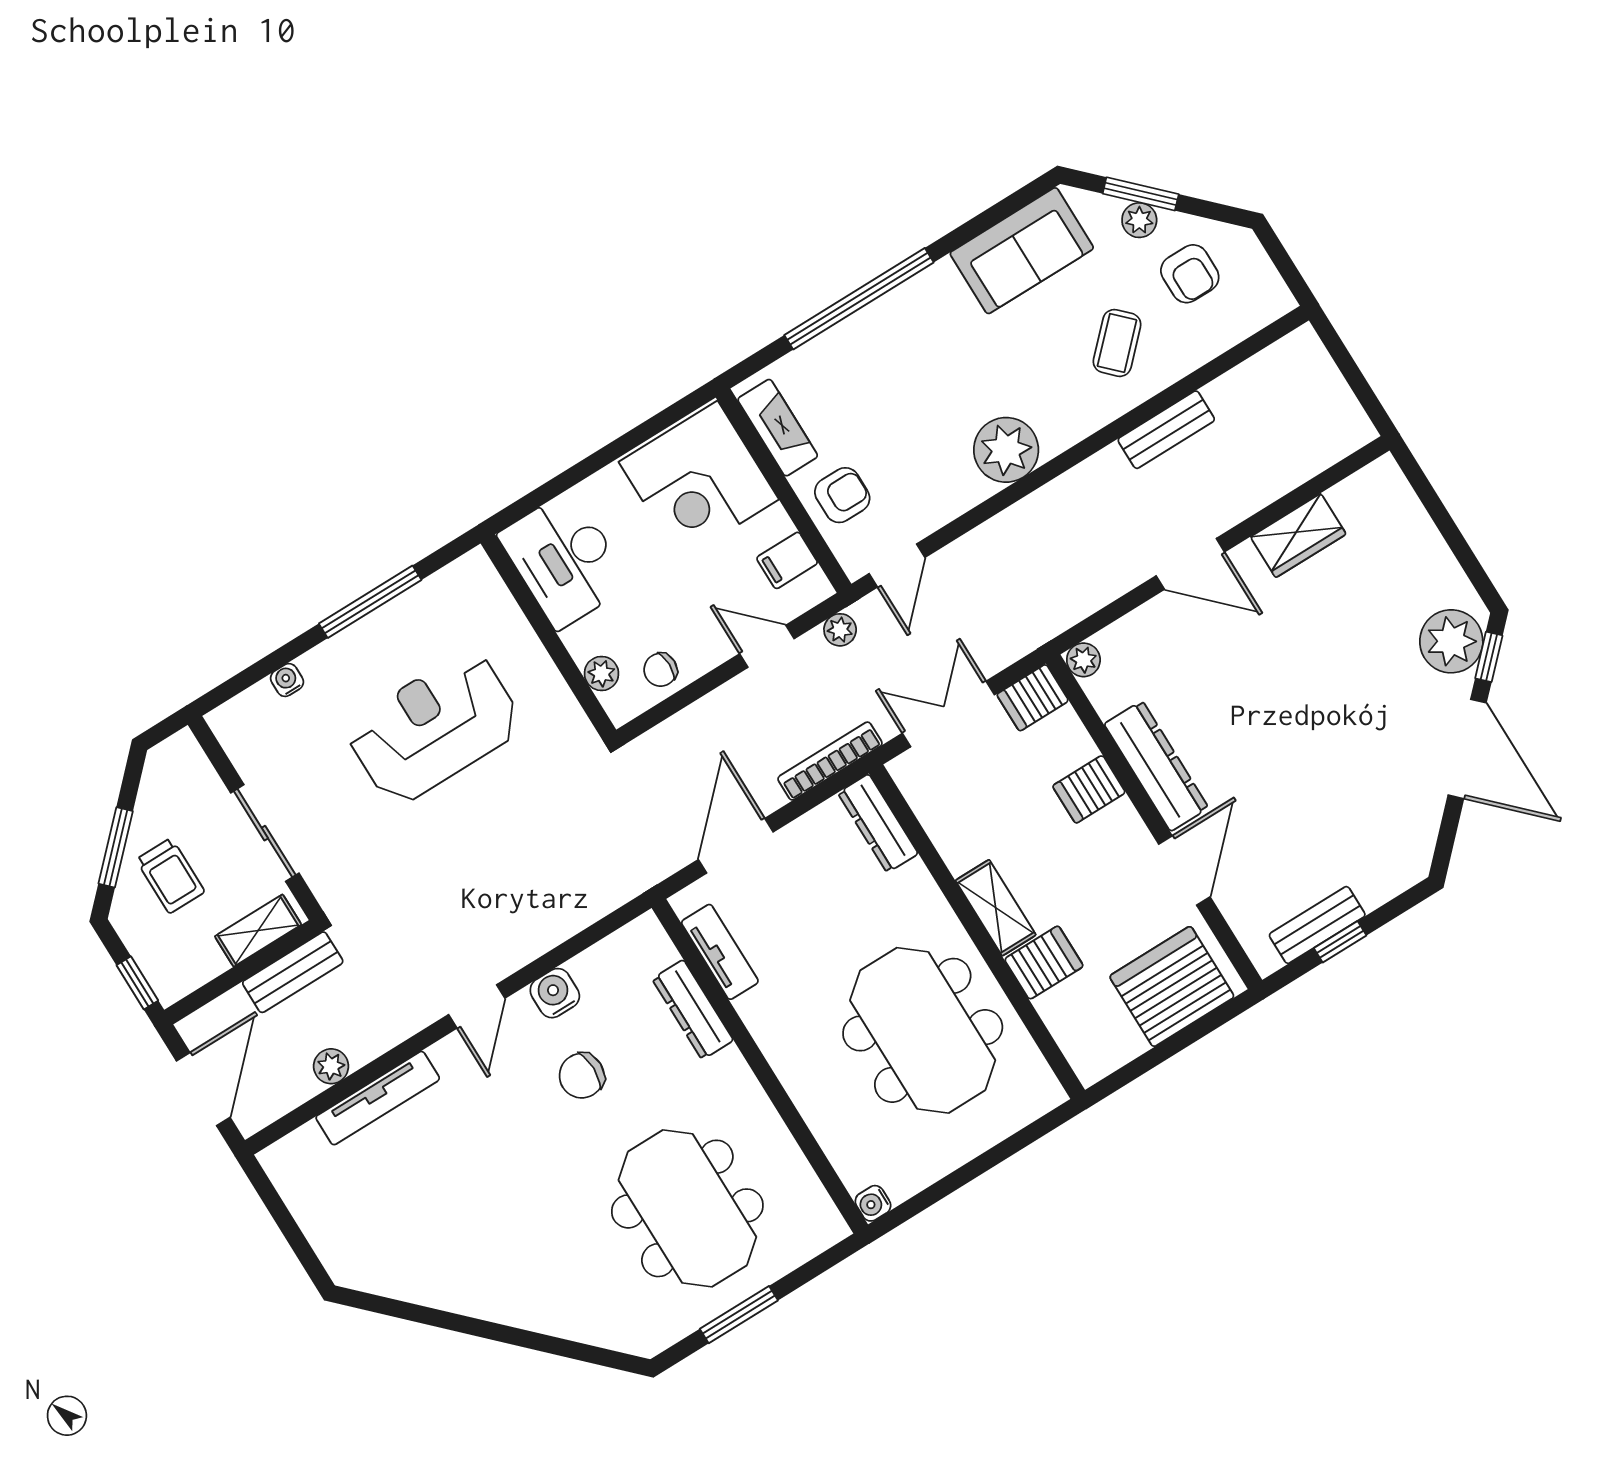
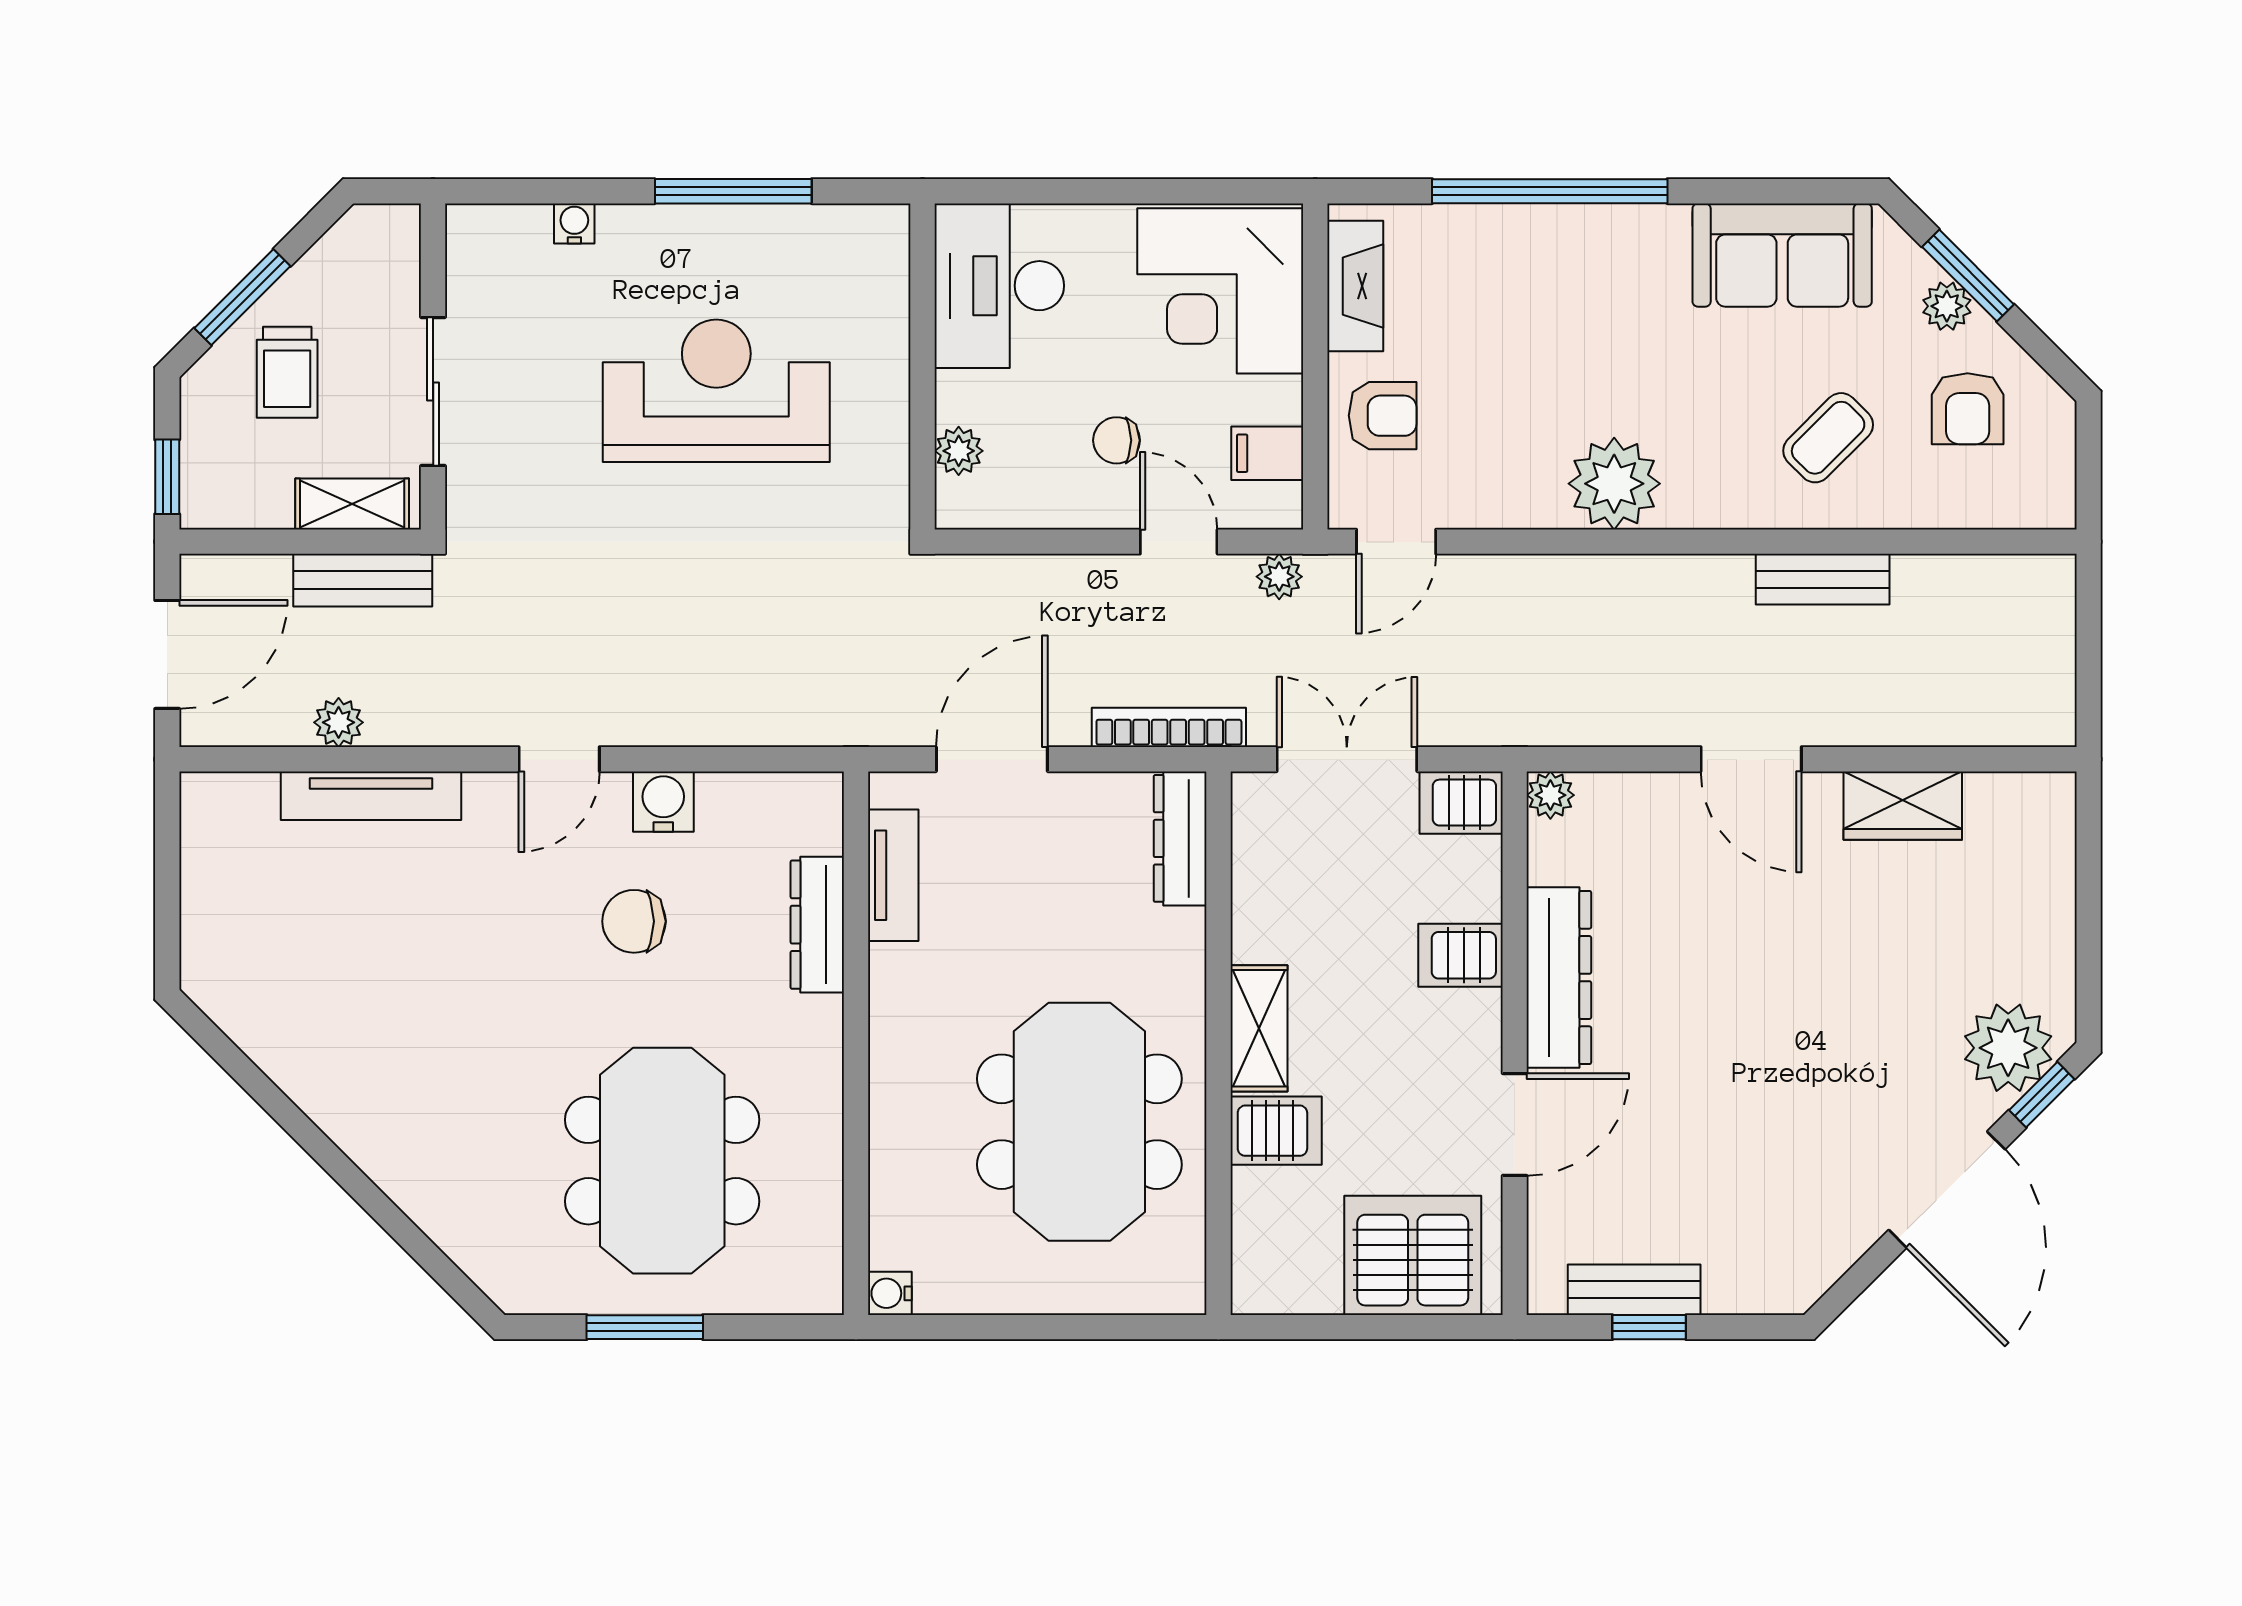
chair: (660, 670) -> (1116, 440), moved

